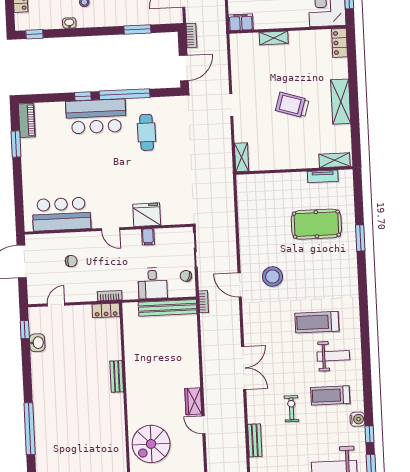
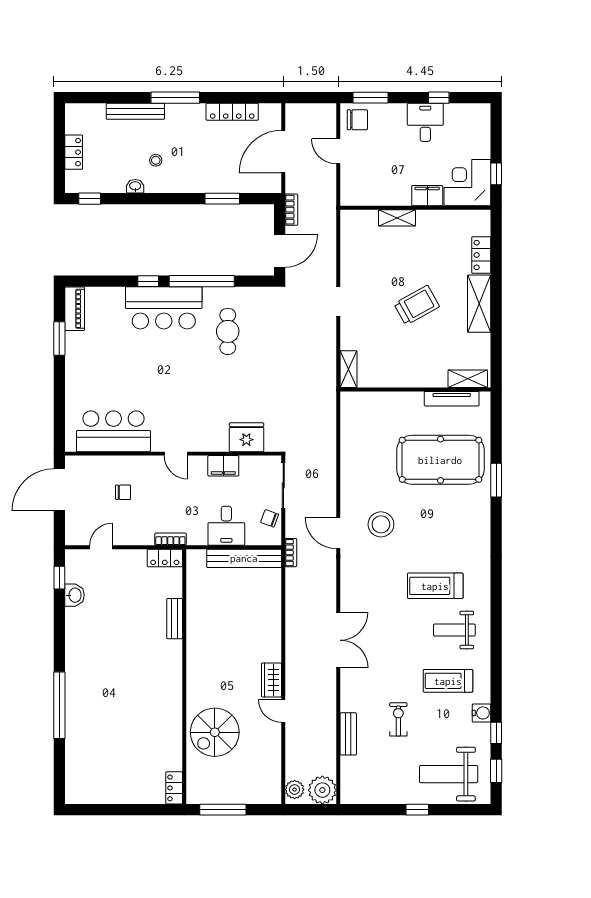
filing cabinet: (241, 22) -> (427, 196), moved
locker: (340, 43) -> (481, 255), moved
trolley: (292, 105) -> (417, 305), turned 134
tv unit: (323, 176) -> (452, 399), width x1.41
fridge: (147, 215) -> (246, 437), moved
pool table: (316, 224) -> (440, 460), width x1.36, depth x1.32
filing cabinet: (148, 237) -> (223, 466), width x2.00
weight bench: (333, 356) -> (454, 630), turned 180
bench: (117, 376) -> (175, 619), moved
exercise bike: (291, 409) -> (398, 719), moved

